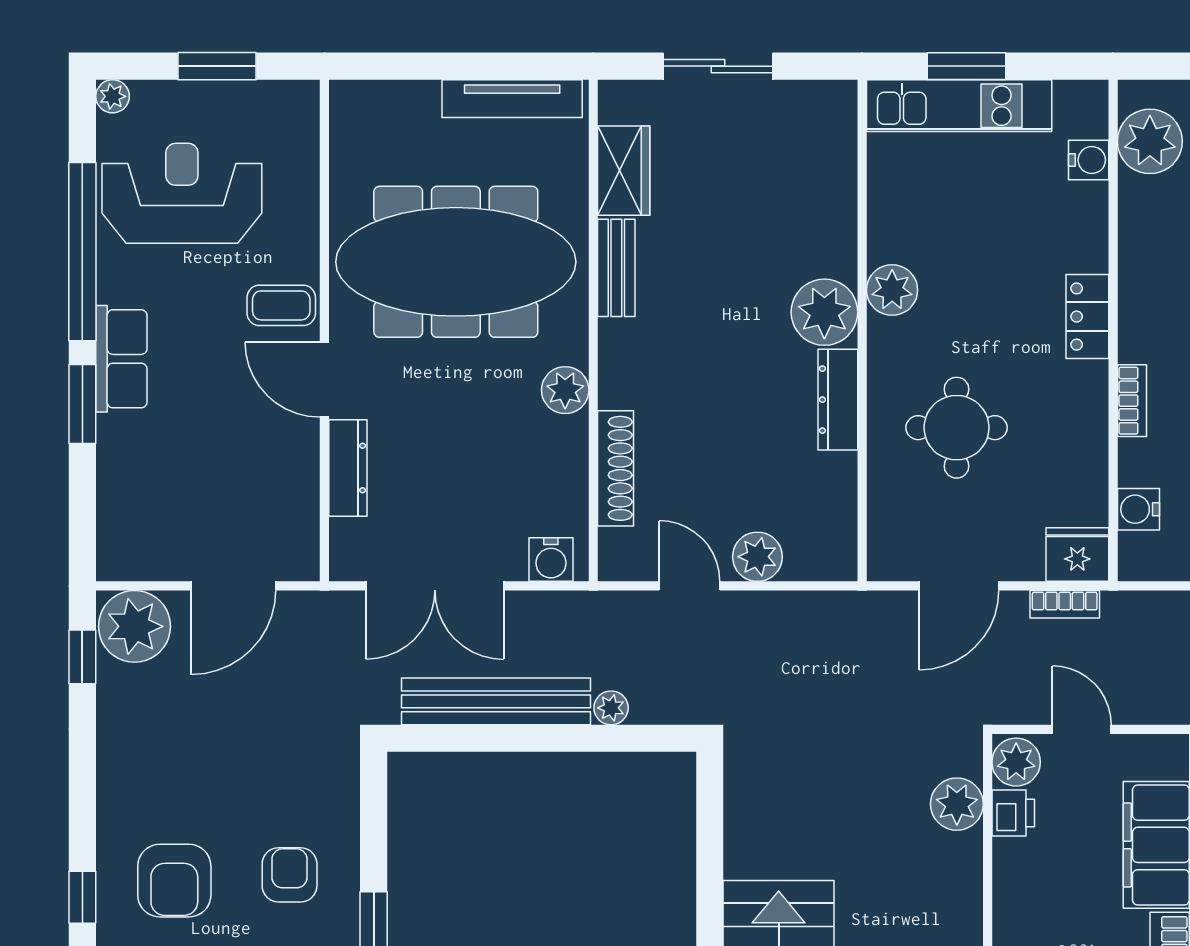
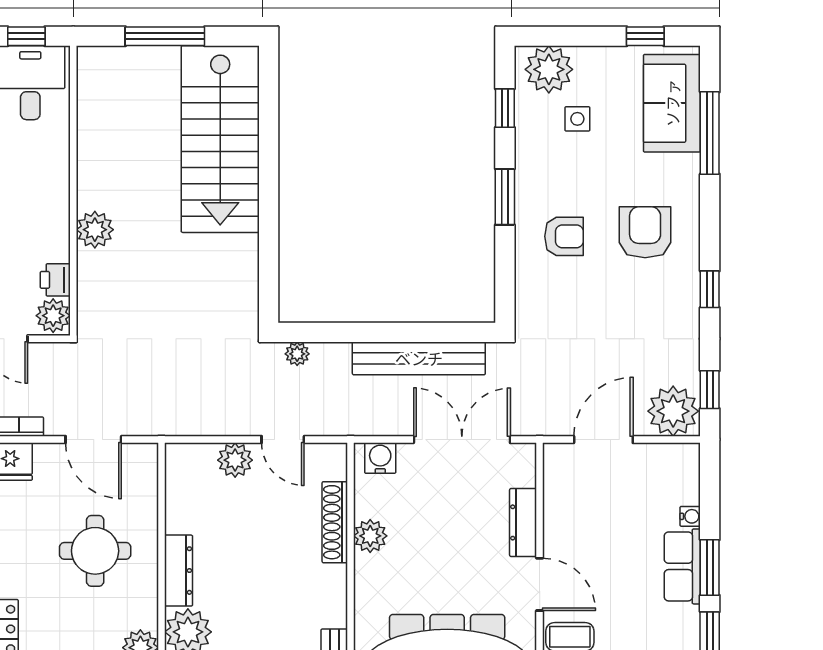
row of seats: (121, 359) -> (682, 566), moved
plant: (565, 390) -> (370, 536), moved
water cooler: (110, 477) -> (690, 516), added
door: (959, 586) -> (93, 439), swing flipped
plant: (611, 708) -> (297, 354), moved
plant: (957, 804) -> (95, 230), moved
armchair: (290, 875) -> (564, 236), turned -90
window: (82, 897) -> (710, 289), moved

